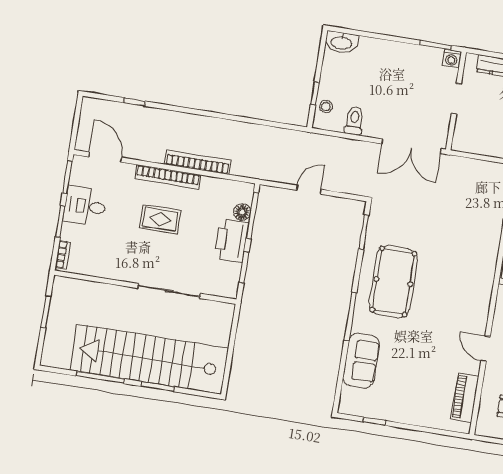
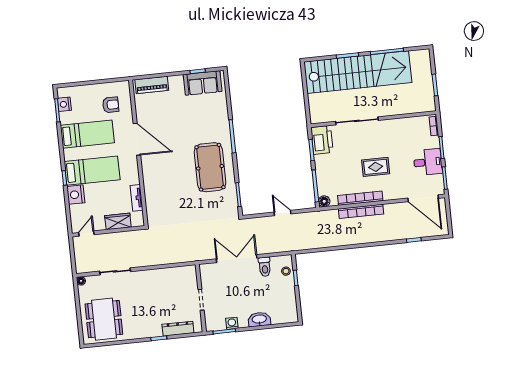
washbasin: (342, 42) -> (259, 319), moved
washing machine: (451, 58) -> (232, 323), moved
double door: (411, 146) -> (237, 259), moved
door: (105, 157) -> (423, 198), width x1.36
bookcase: (168, 177) -> (360, 198), moved
door: (309, 190) -> (283, 213), swing flipped
floor lamp: (242, 212) -> (324, 201), moved
printer: (231, 240) -> (322, 140), moved
door: (486, 349) -> (137, 139), width x1.88
sofa: (361, 361) -> (203, 83), moved, turned -90
piano: (465, 398) -> (152, 85), moved, turned 90

